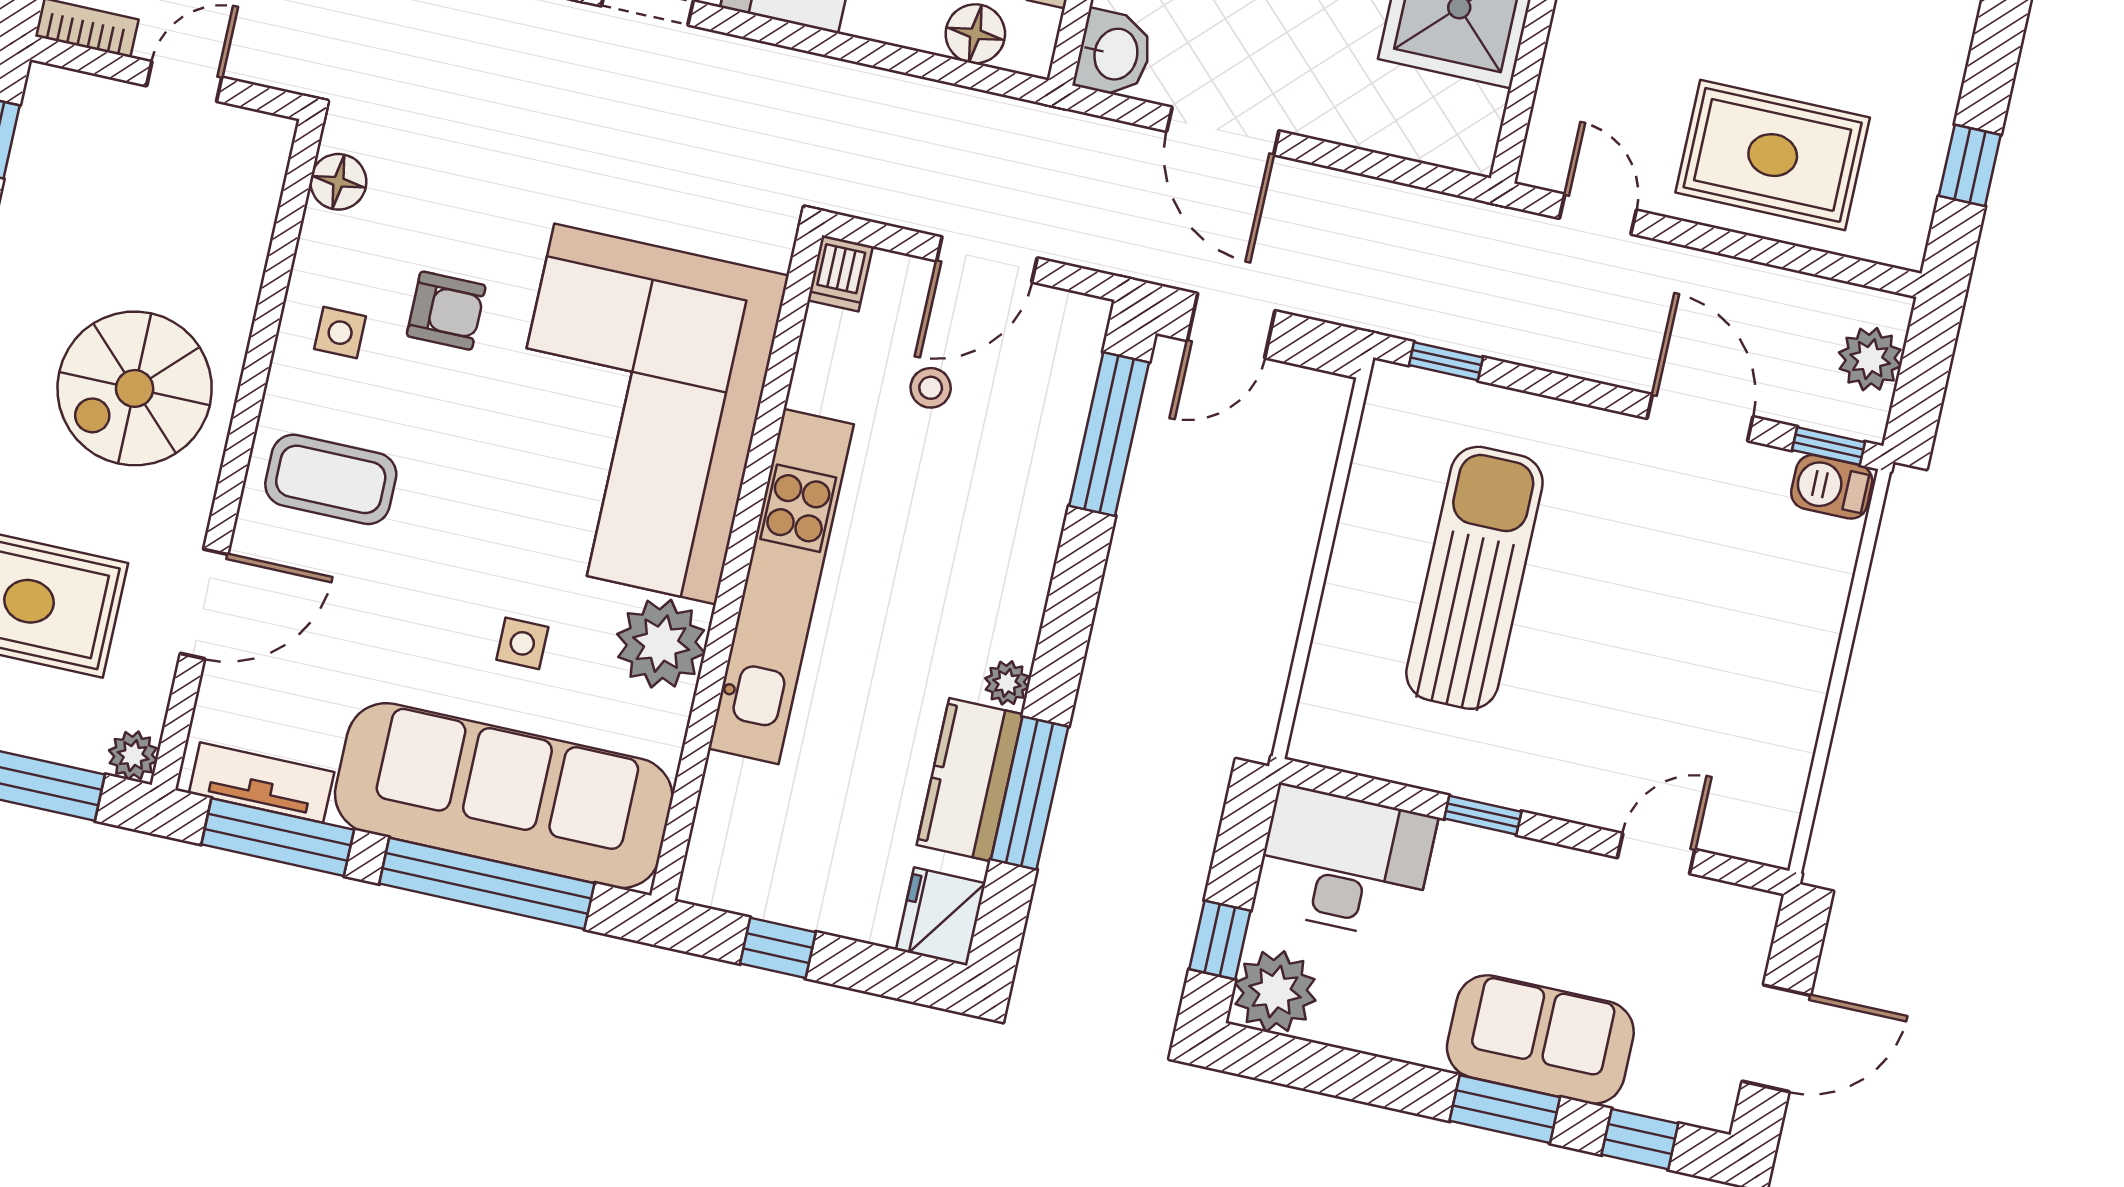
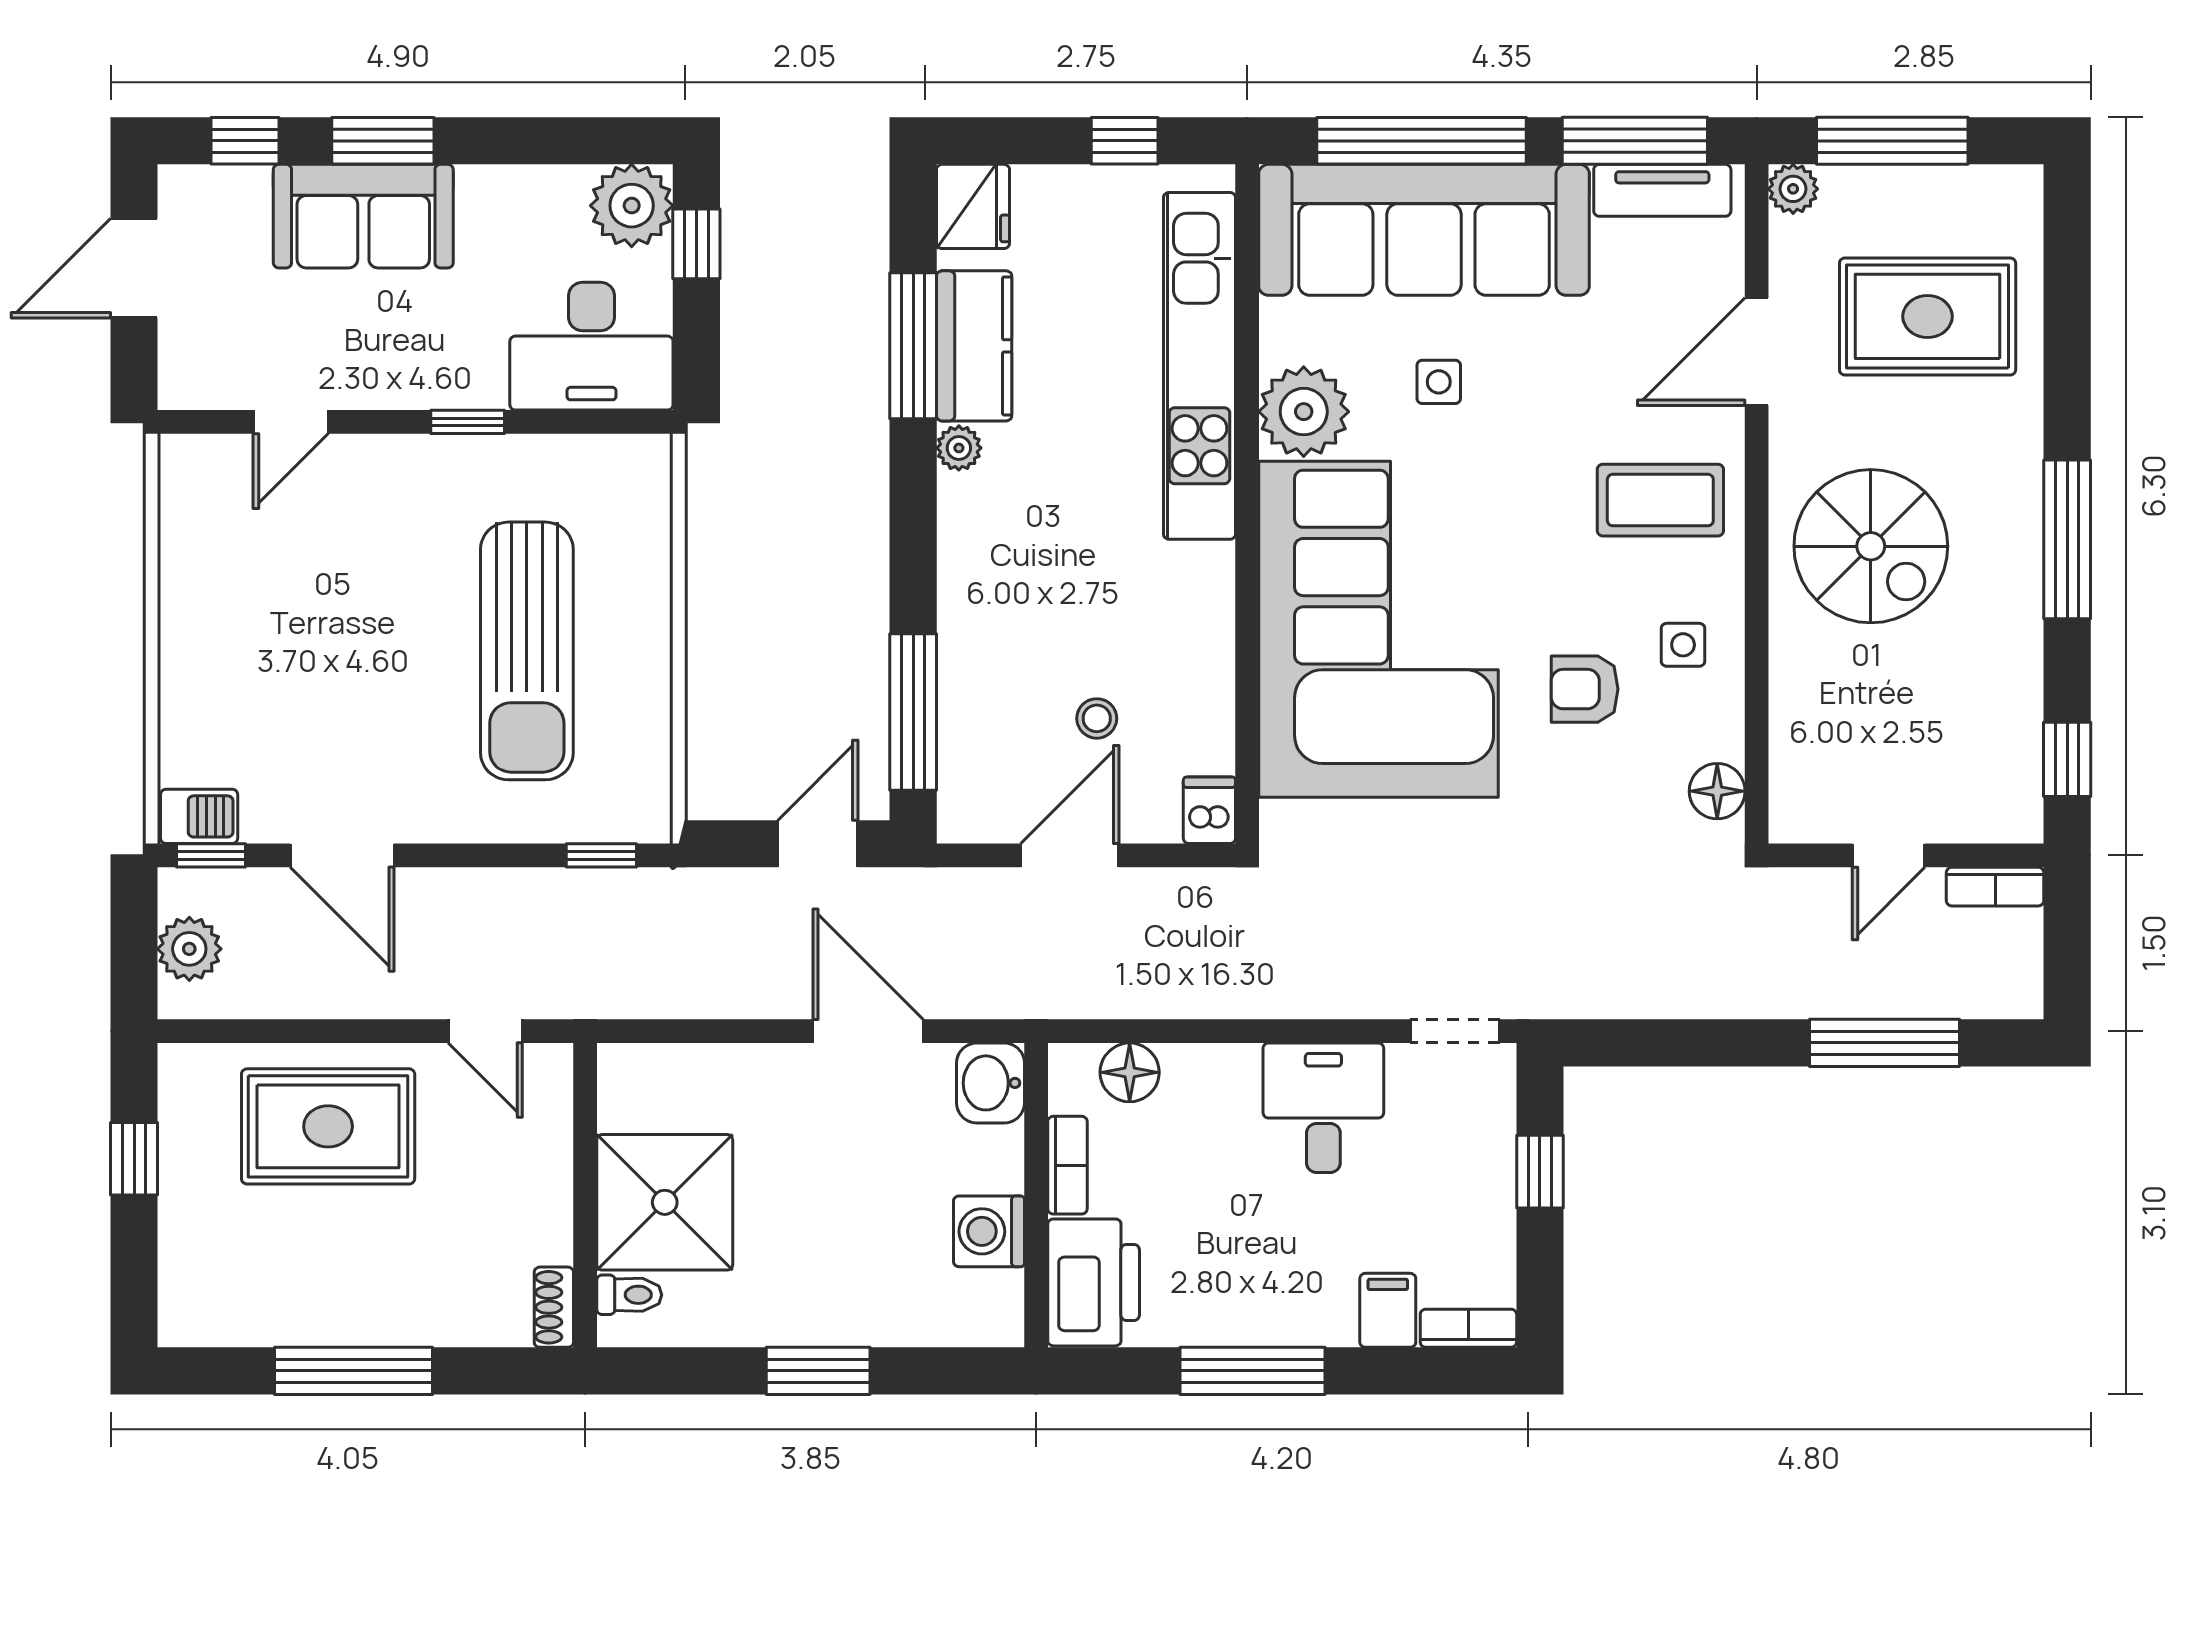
spiral stairs: (135, 388) -> (1871, 546), turned 90
kitchen unit: (781, 586) -> (1199, 366), moved

